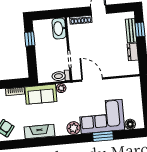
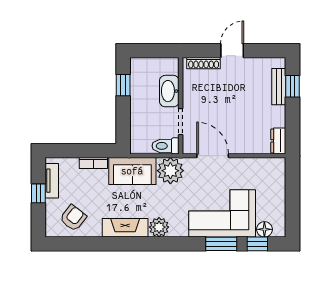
washbasin: (59, 28) -> (169, 91), moved
dresser: (133, 52) -> (278, 141), moved
plant: (61, 88) -> (170, 171), width x1.88, depth x1.88
plant: (74, 128) -> (159, 227), moved
window: (126, 134) -> (257, 244), added

